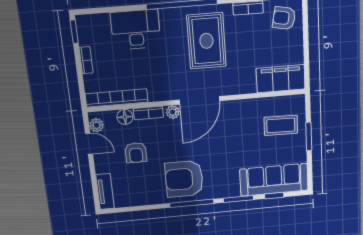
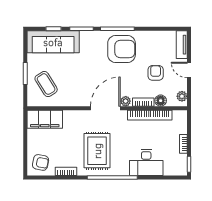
bookcase: (117, 98) -> (150, 115), moved
coffee table: (281, 125) -> (46, 84), turned 57
door: (89, 144) -> (189, 70), moved

